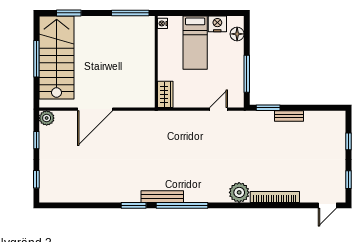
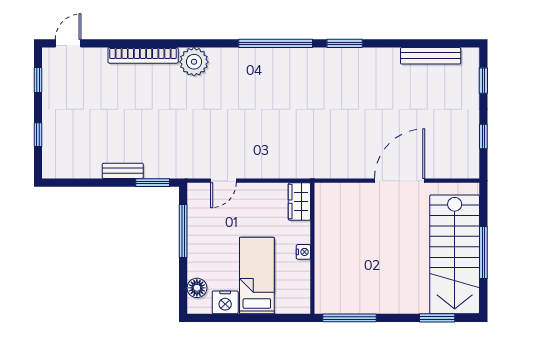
nightstand: (163, 23) -> (303, 252), moved
plant: (47, 118) -> (469, 168), removed
bench: (162, 197) -> (431, 56), moved

